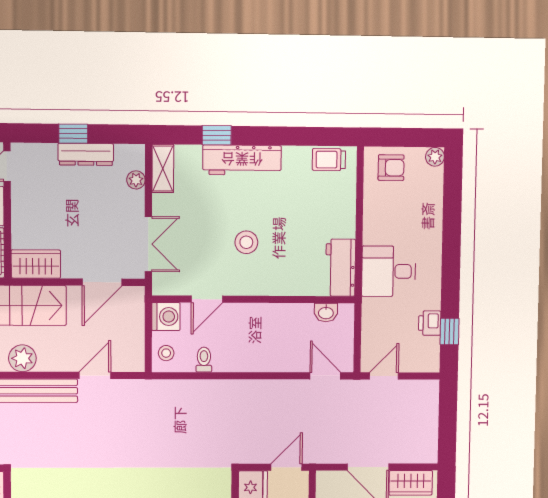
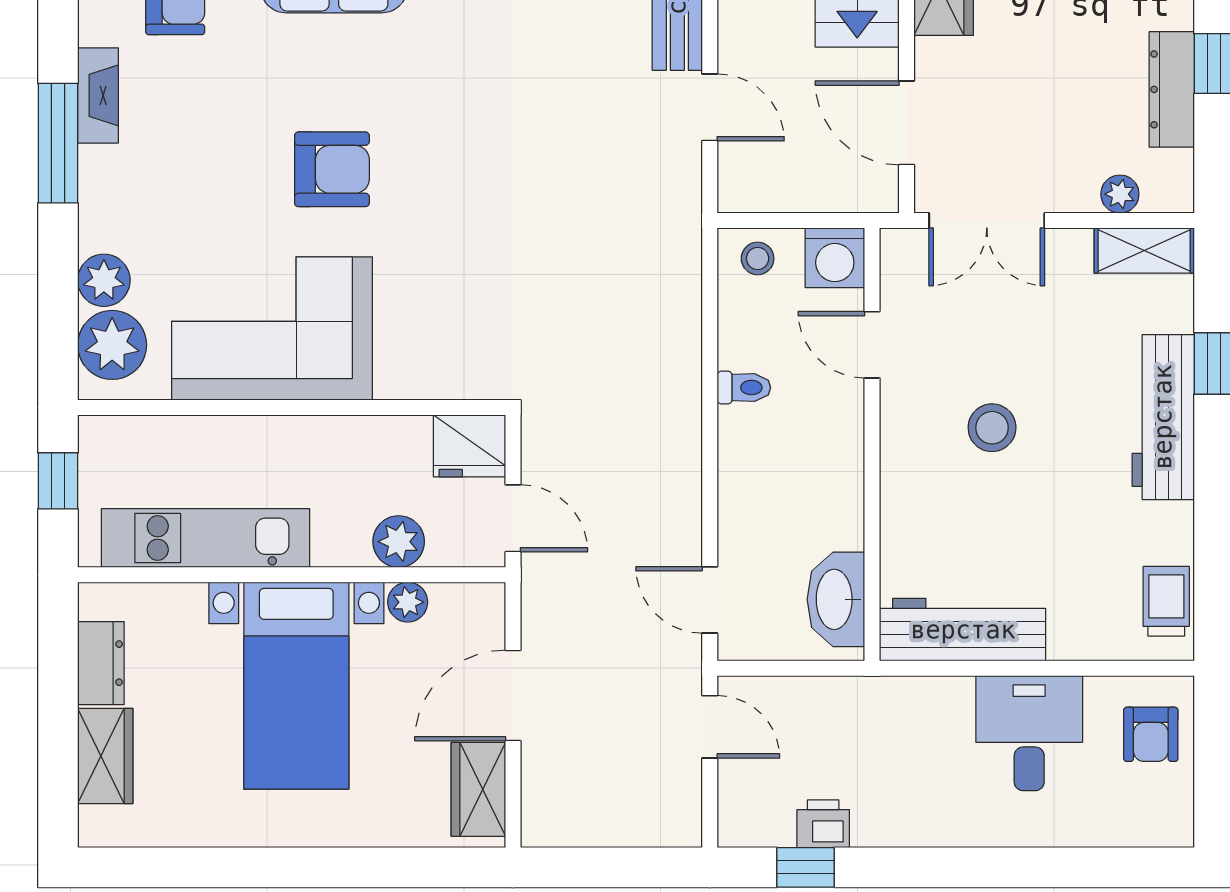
plant: (435, 157) -> (1174, 828), removed
workbench: (341, 268) -> (963, 630), width x1.38
desk: (389, 271) -> (1029, 733), moved
washbasin: (326, 313) -> (836, 599), width x1.91, depth x1.45
toilet: (204, 360) -> (744, 388), moved
door: (325, 376) -> (710, 600), swing flipped

